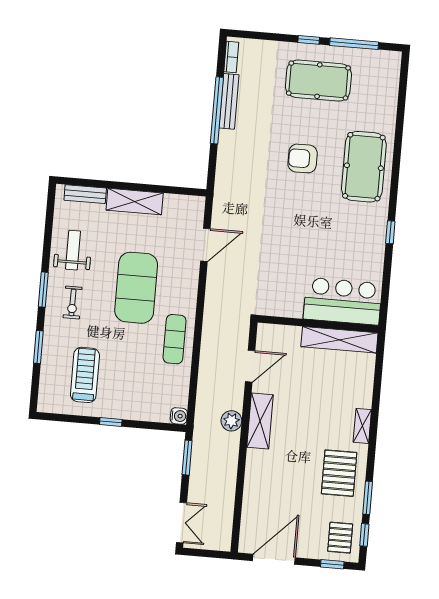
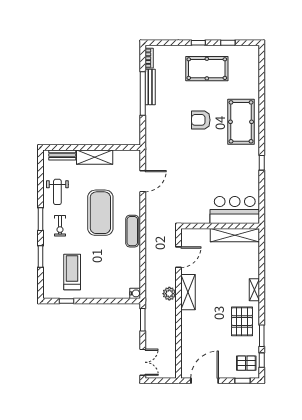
window: (354, 44) -> (228, 43), width x0.46
weight bench: (73, 250) -> (57, 192), turned 180
exercise mat: (175, 339) -> (132, 231), moved
window: (111, 422) -> (66, 301), moved
pallet: (340, 538) -> (246, 363), turned 90

